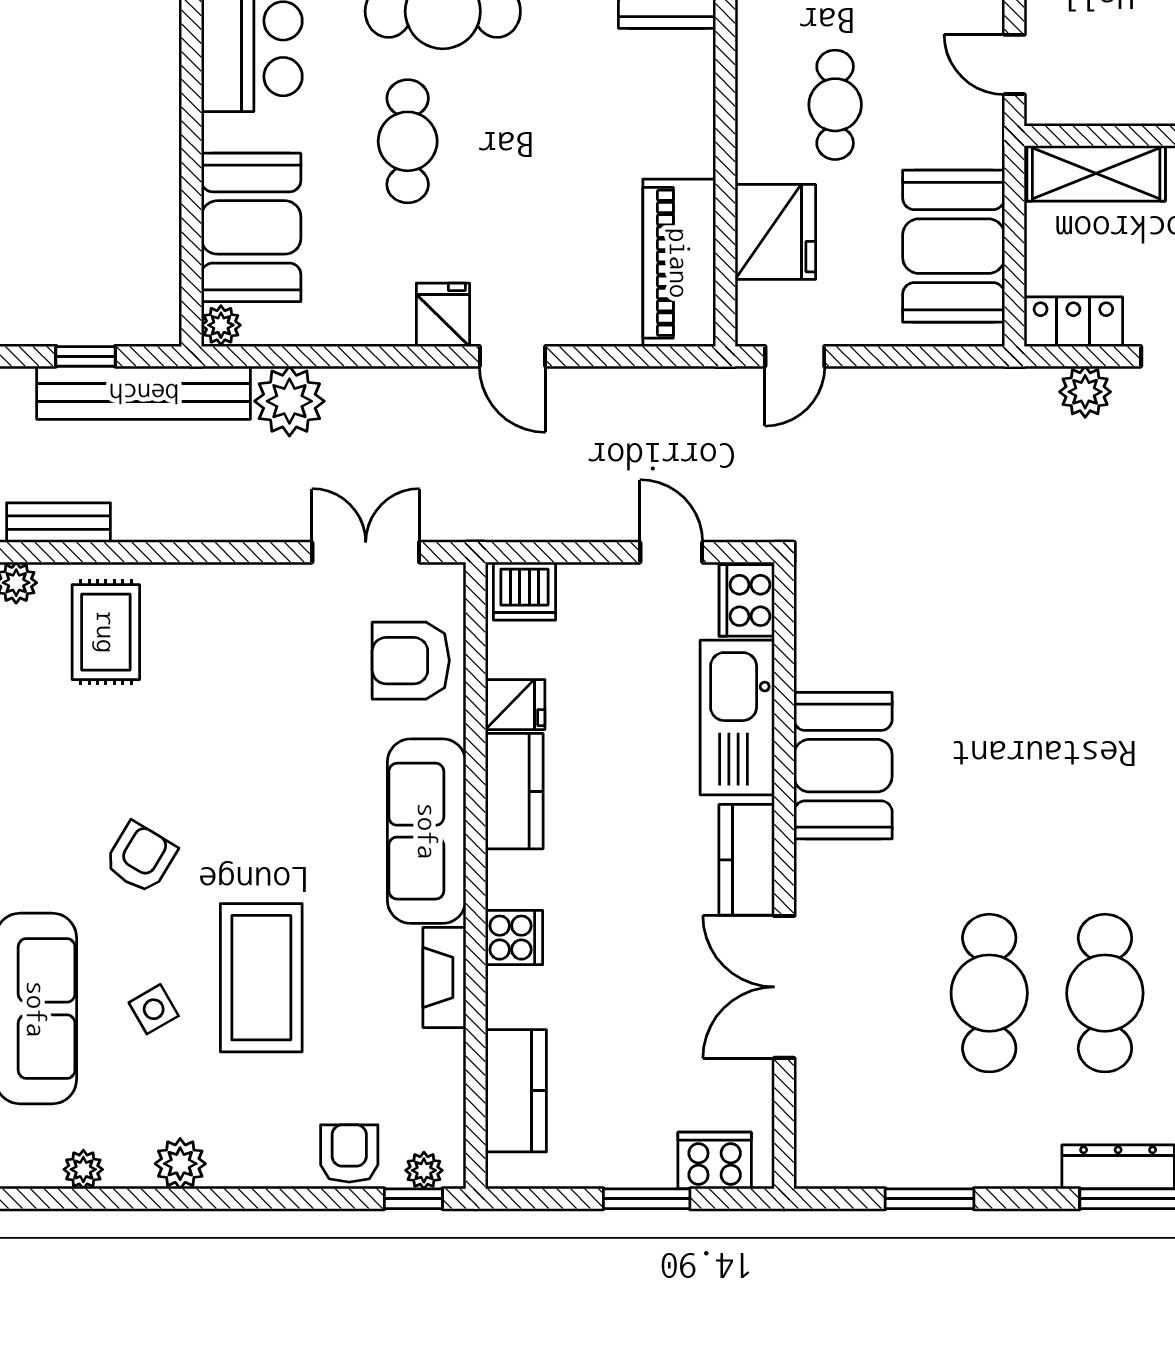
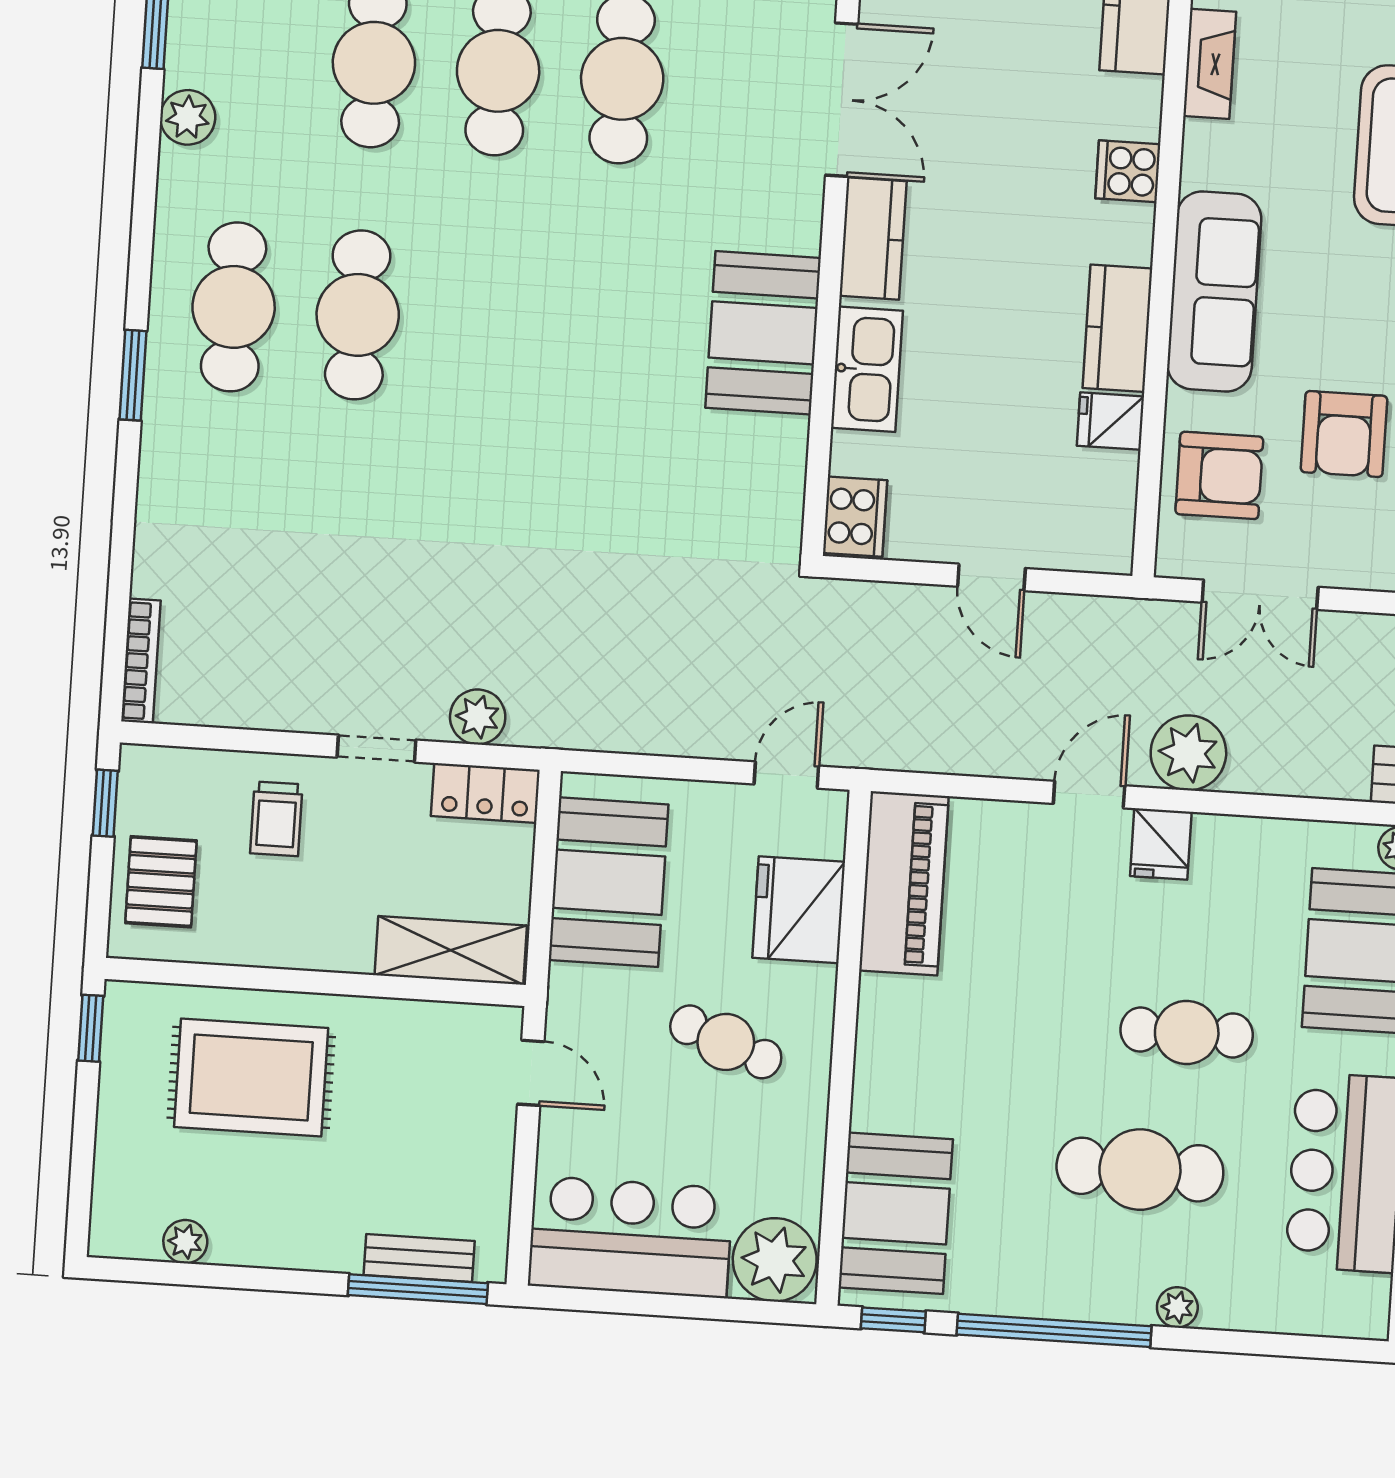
cafe table: (835, 105) -> (726, 1042), turned -69
cafe table: (408, 141) -> (1187, 1032), turned 90
door: (513, 356) -> (1089, 795), hinge flipped
plant: (289, 401) -> (1188, 753), moved
door: (671, 552) -> (991, 577), moved
dishwasher: (524, 591) -> (1093, 542), removed
armchair: (297, 707) -> (1344, 434), added
kitchen sink: (737, 717) -> (867, 369), width x0.73, depth x0.81
fireplace: (444, 977) -> (1210, 64), moved

